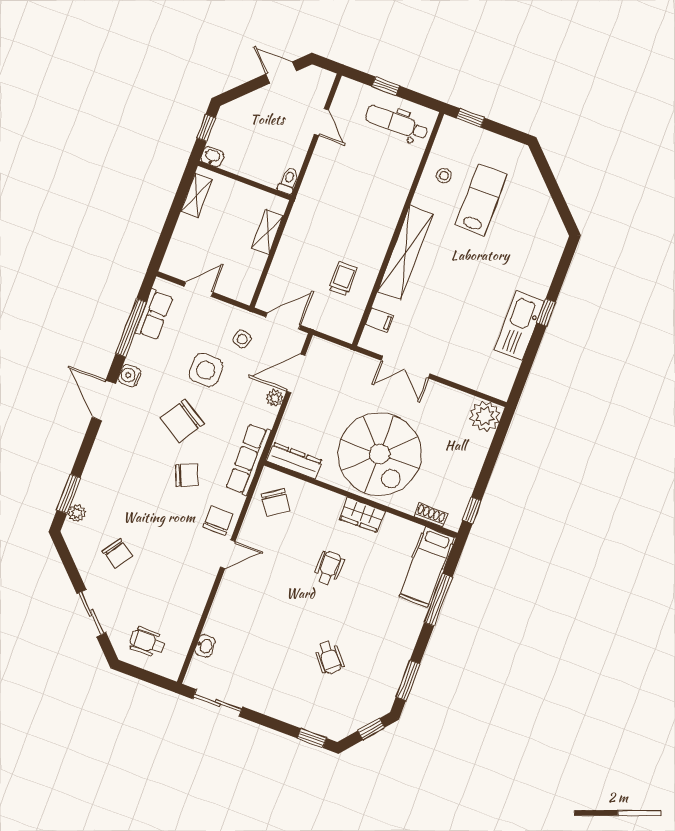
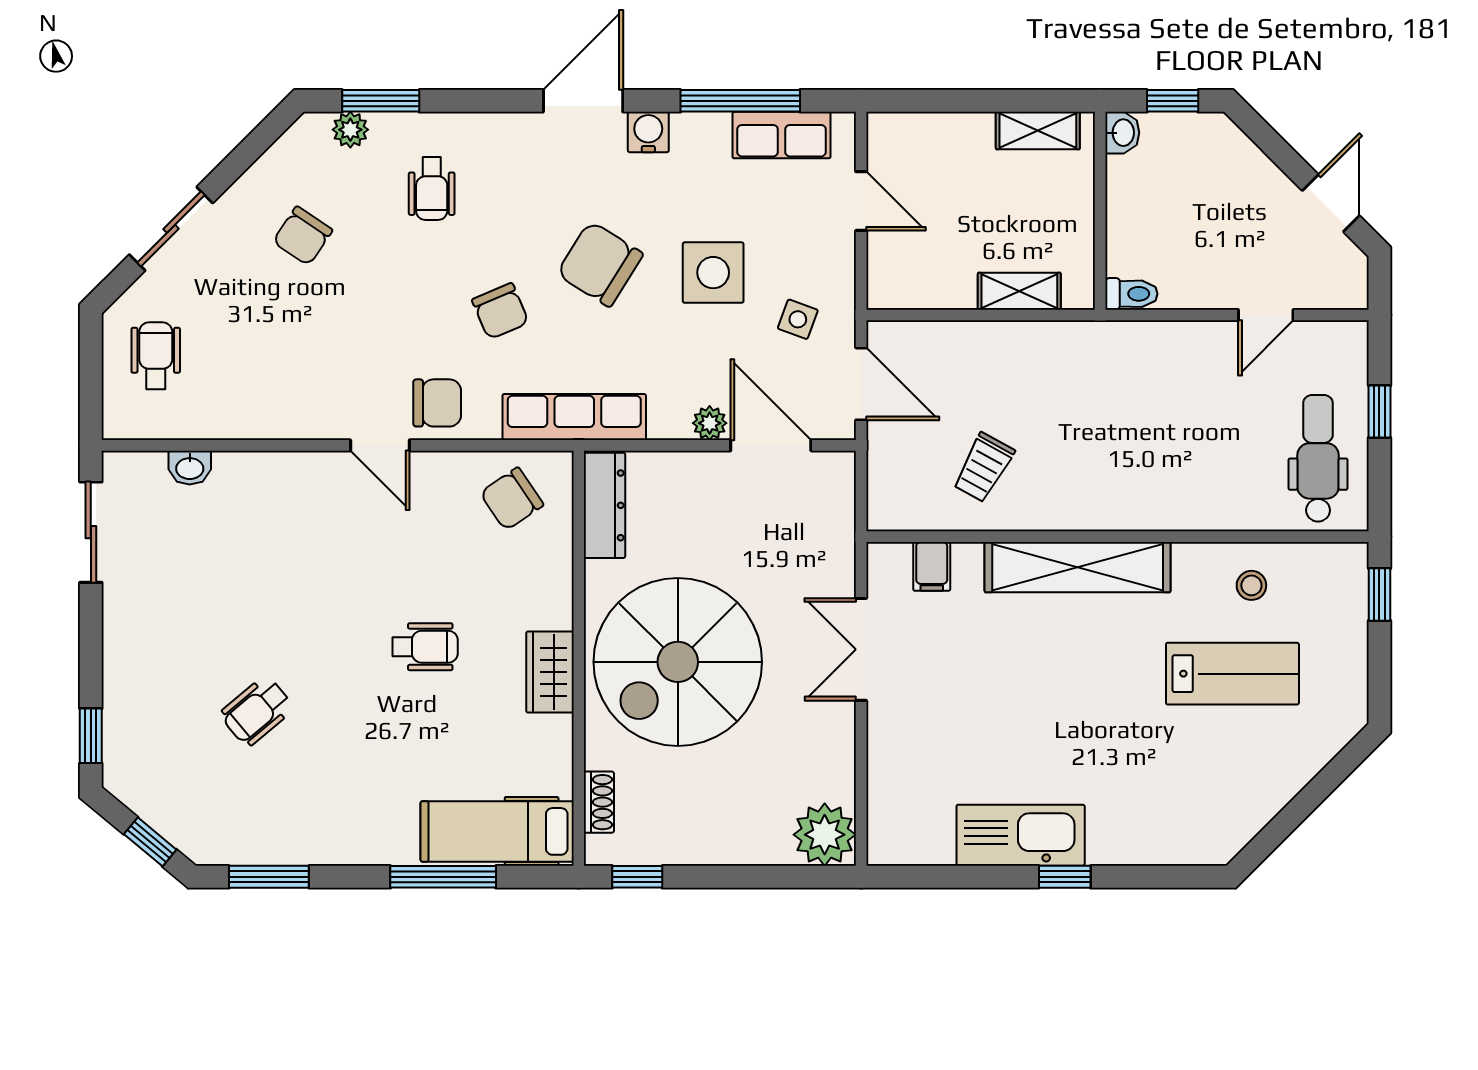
trolley: (343, 279) -> (984, 467), turned 119
wheelchair: (118, 486) -> (432, 189), added

